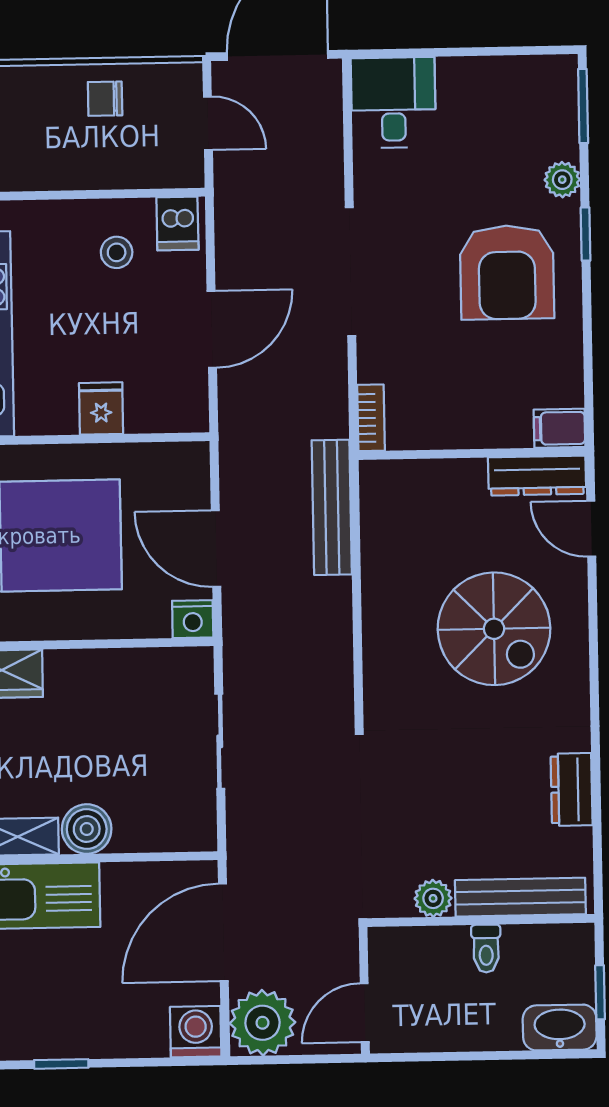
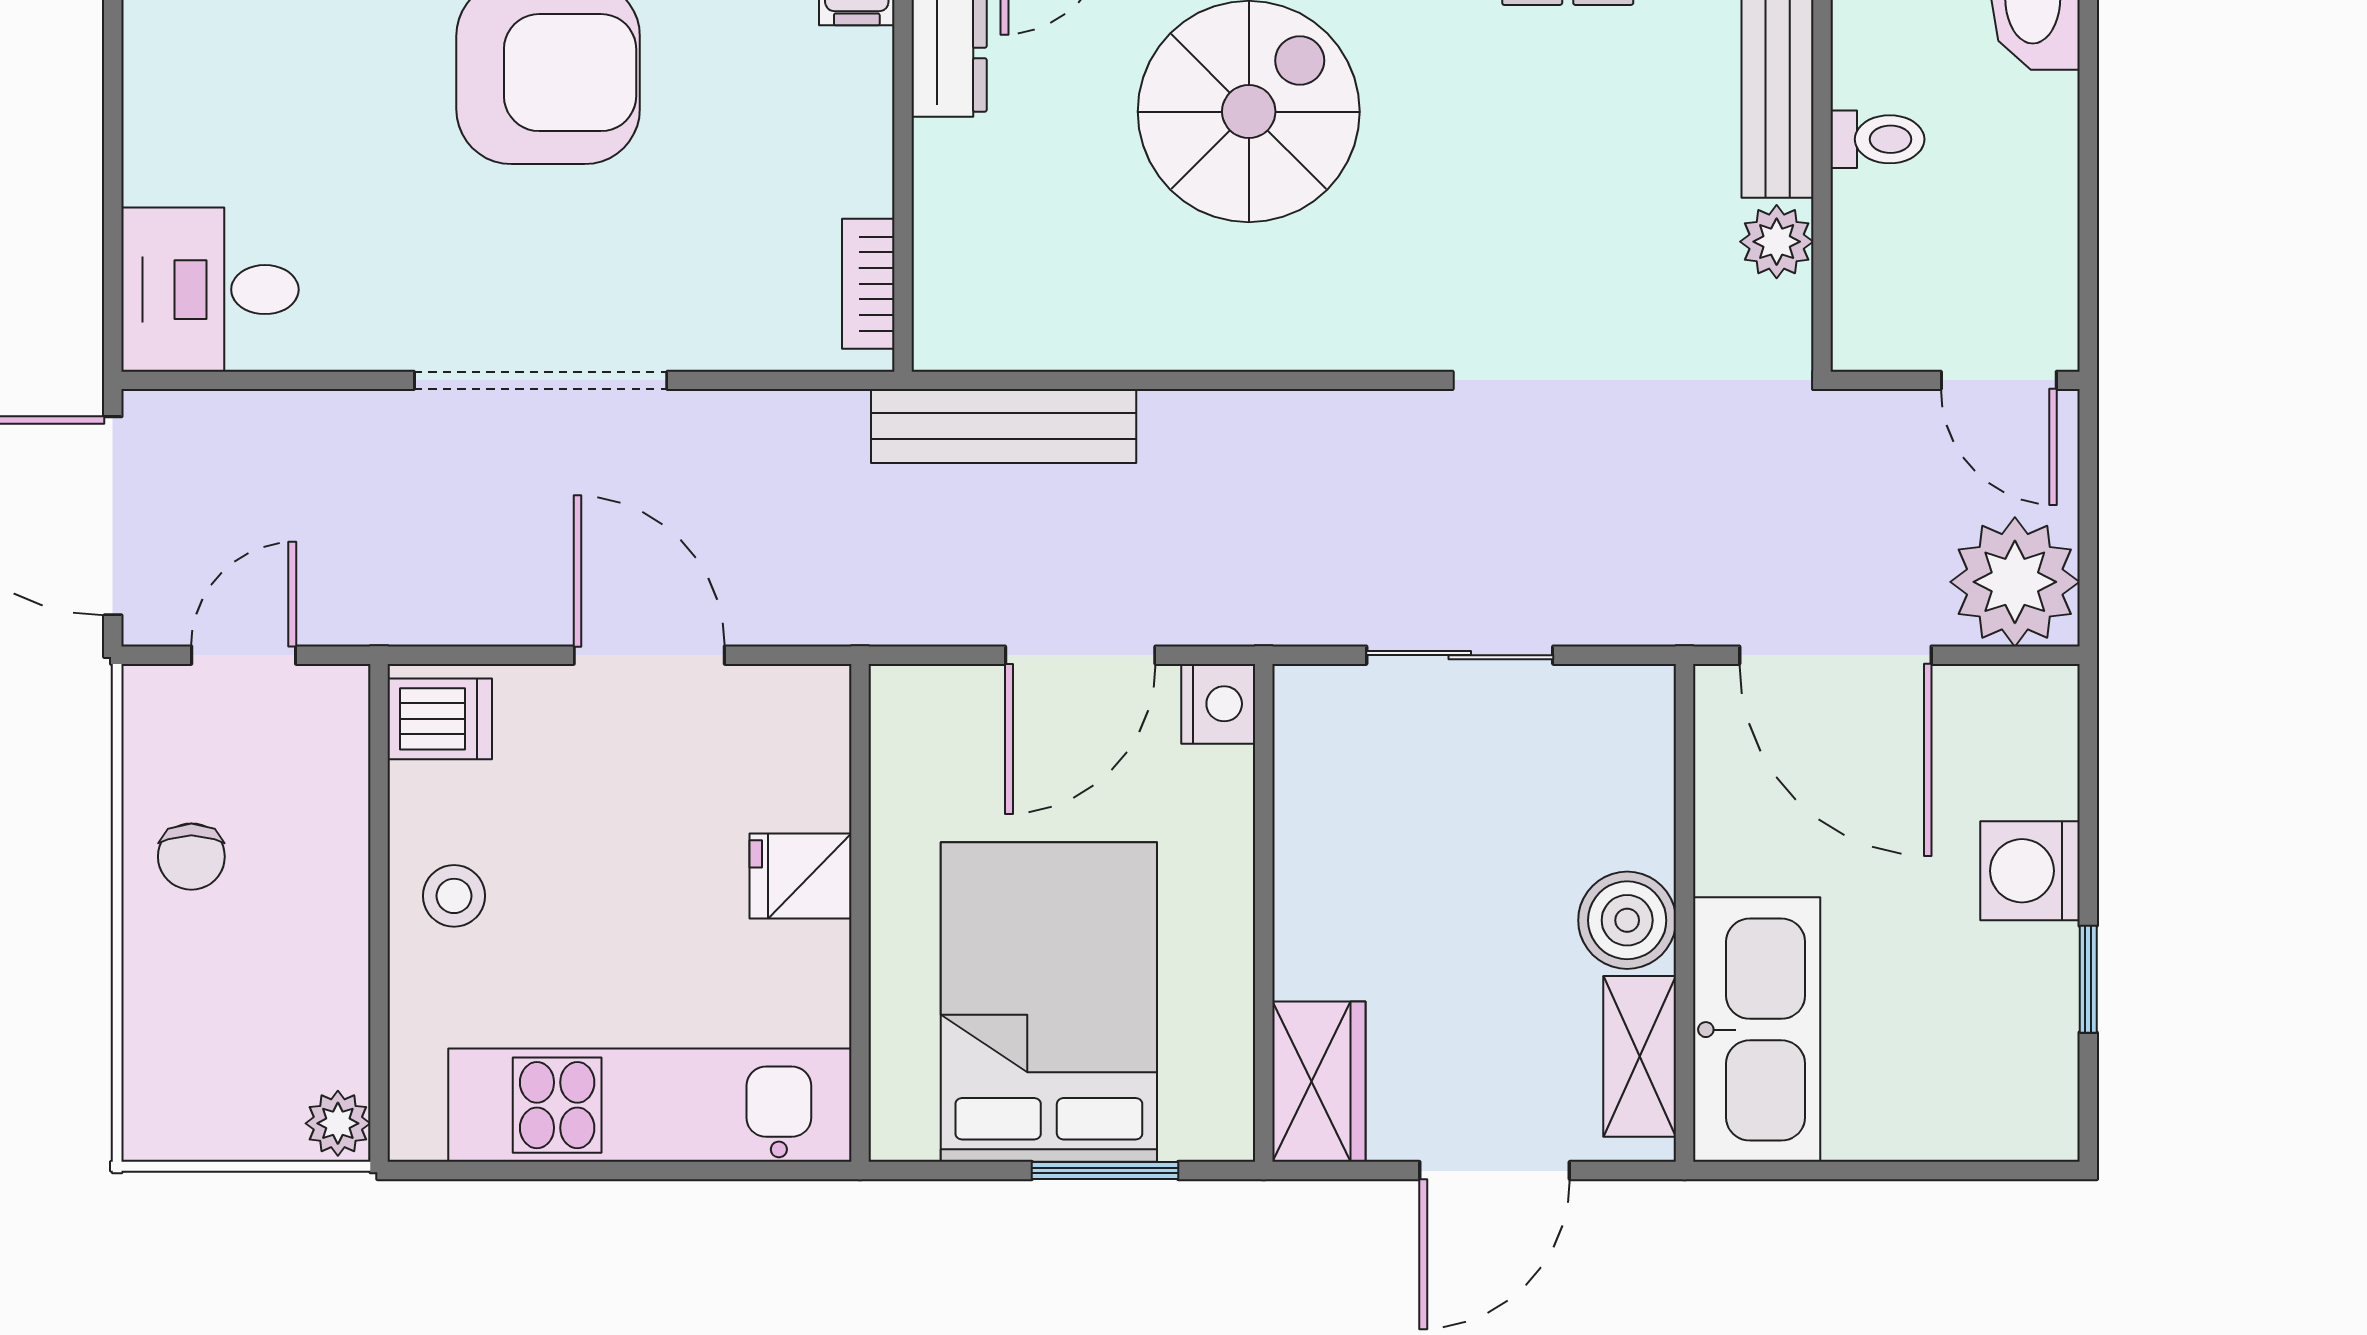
stool: (117, 252) -> (454, 896), moved
bookcase: (371, 418) -> (868, 284), moved, turned -90
washing machine: (196, 1032) -> (2030, 871), moved

